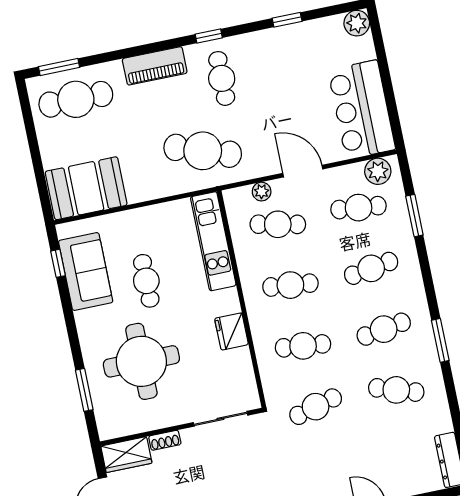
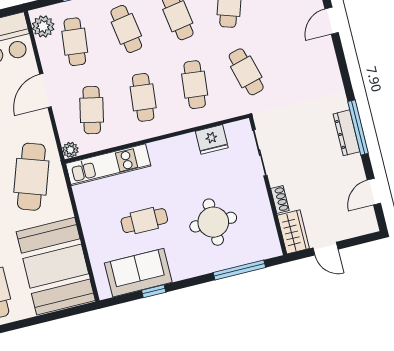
booth: (86, 188) -> (56, 266), width x1.36, depth x1.42
plant: (262, 192) -> (70, 150), moved
window: (58, 263) -> (154, 291), moved
fridge: (231, 331) -> (212, 139), moved
round table: (141, 361) -> (213, 222), width x0.73, depth x0.73
window: (84, 390) -> (239, 270), width x1.44

